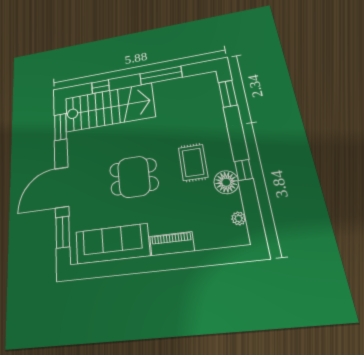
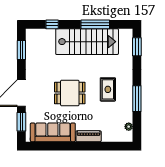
stairs: (109, 107) -> (87, 42), moved
window: (244, 170) -> (137, 99), width x2.17
floor lamp: (226, 182) -> (126, 105), removed

